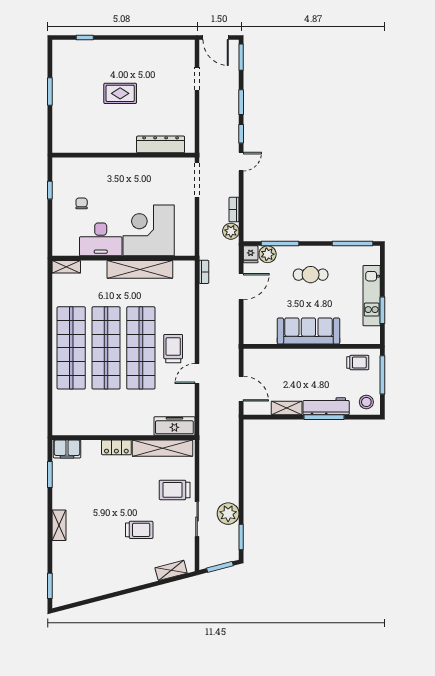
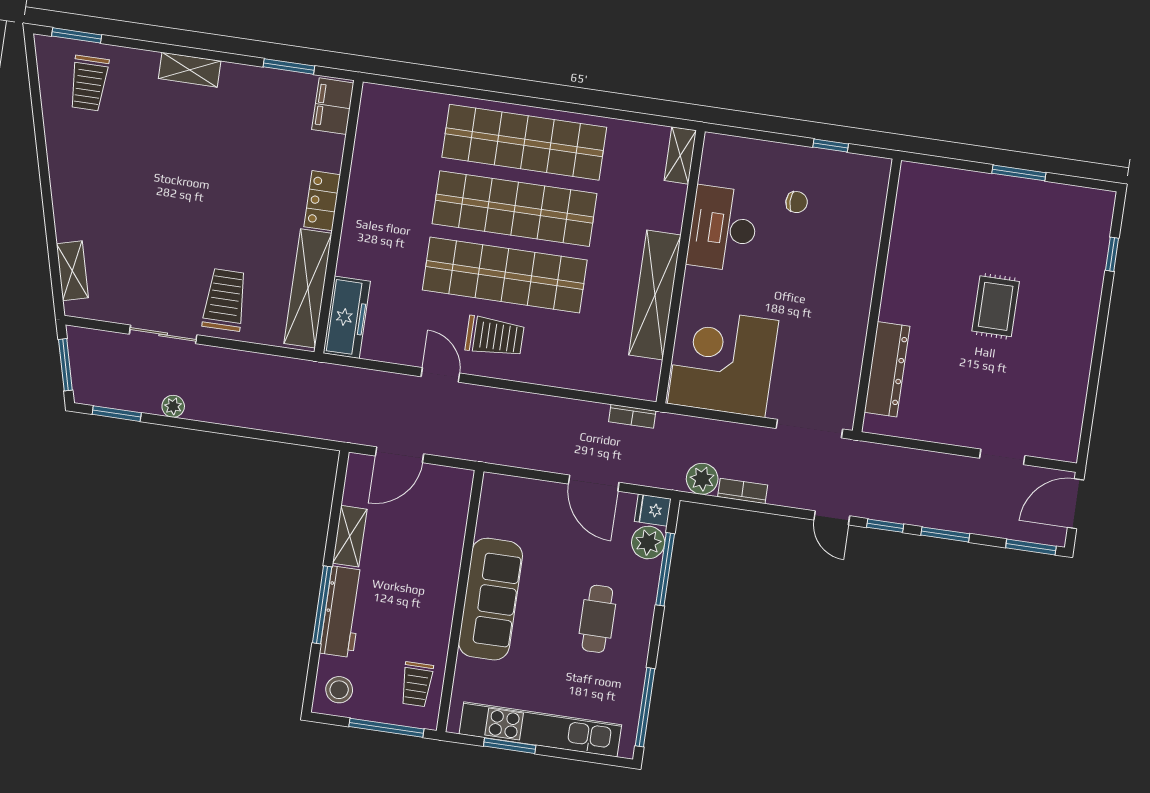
corner desk: (149, 230) -> (723, 362), moved, turned -90
kitchen unit: (372, 296) -> (540, 729), width x1.36
plant: (228, 514) -> (173, 406), width x0.53, depth x0.53
trolley: (139, 530) -> (89, 83), moved

